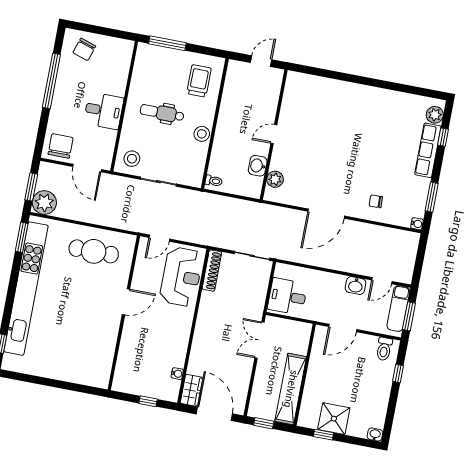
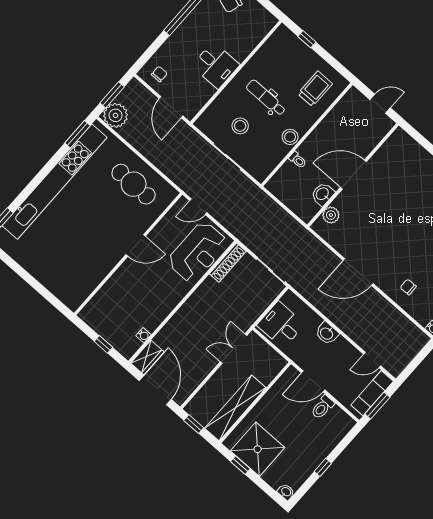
window: (167, 43) -> (307, 39), width x0.46
door: (274, 134) -> (353, 175), width x1.88
chair: (61, 146) -> (159, 74), width x0.54, depth x0.54
stool: (132, 159) -> (240, 126), moved
toilet: (214, 181) -> (298, 160), moved
washbasin: (356, 286) -> (327, 333), moved
toilet: (384, 349) -> (323, 407), moved
window: (398, 373) -> (323, 467), moved
shower: (334, 419) -> (258, 449), width x1.37, depth x1.37

